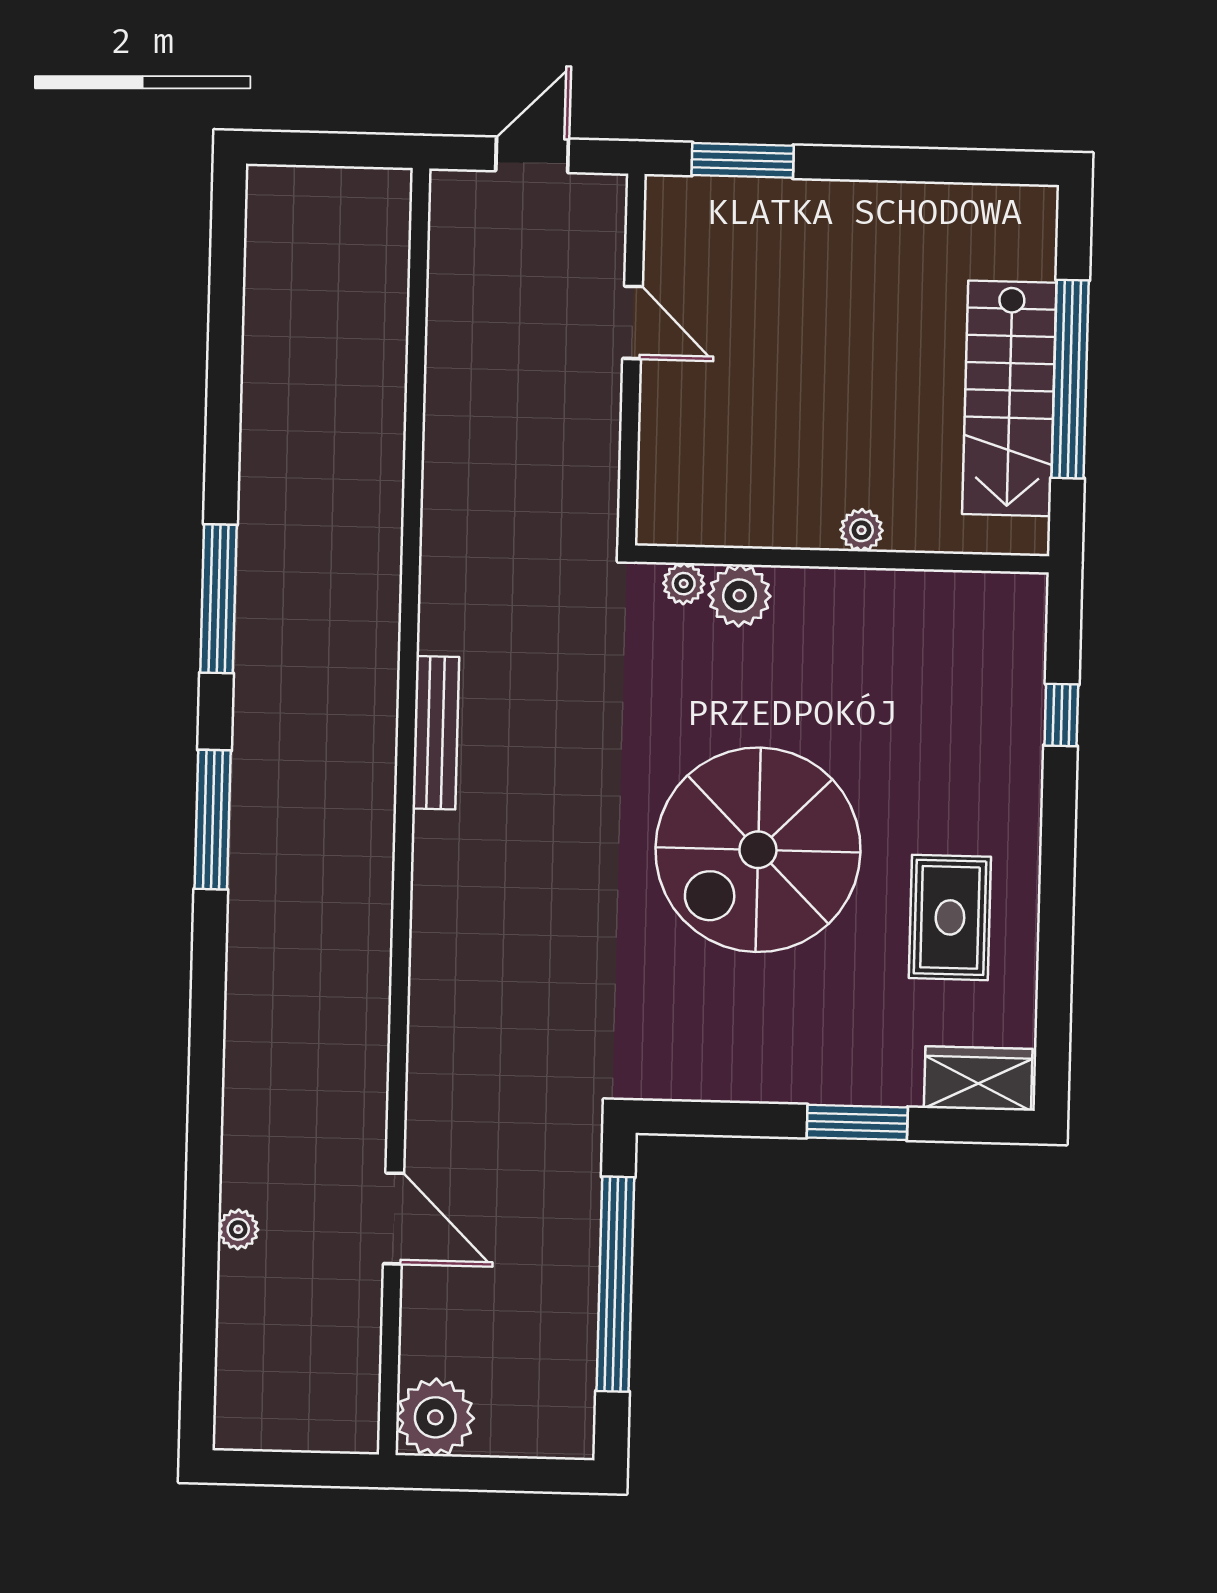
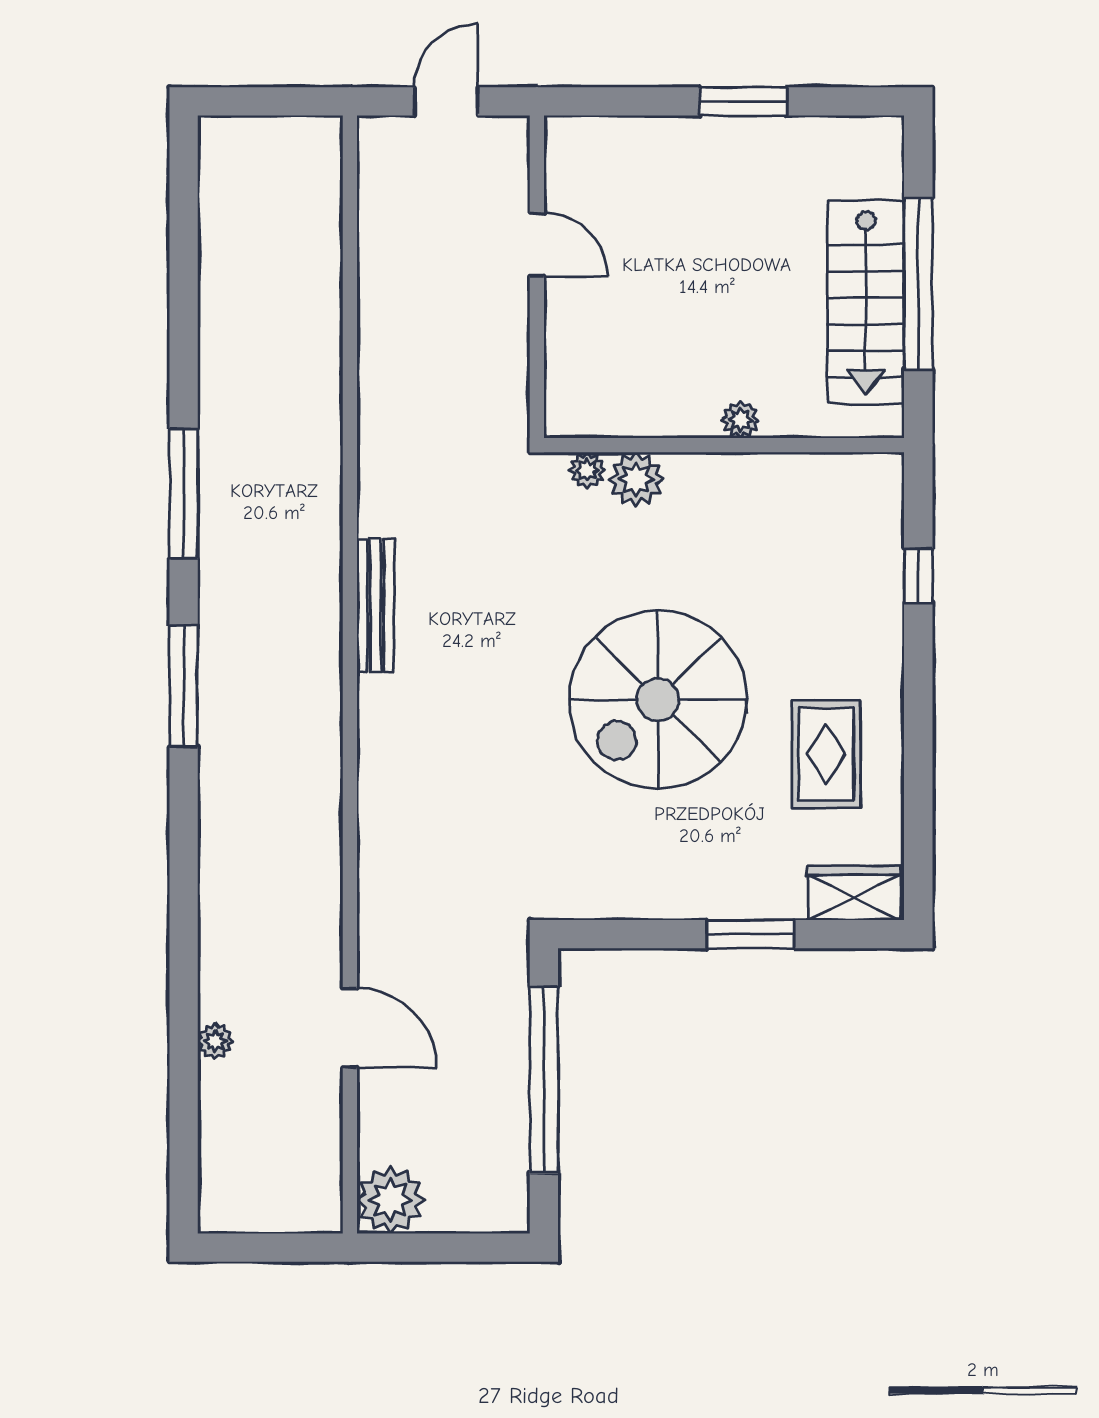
window: (743, 160) -> (743, 101), moved

